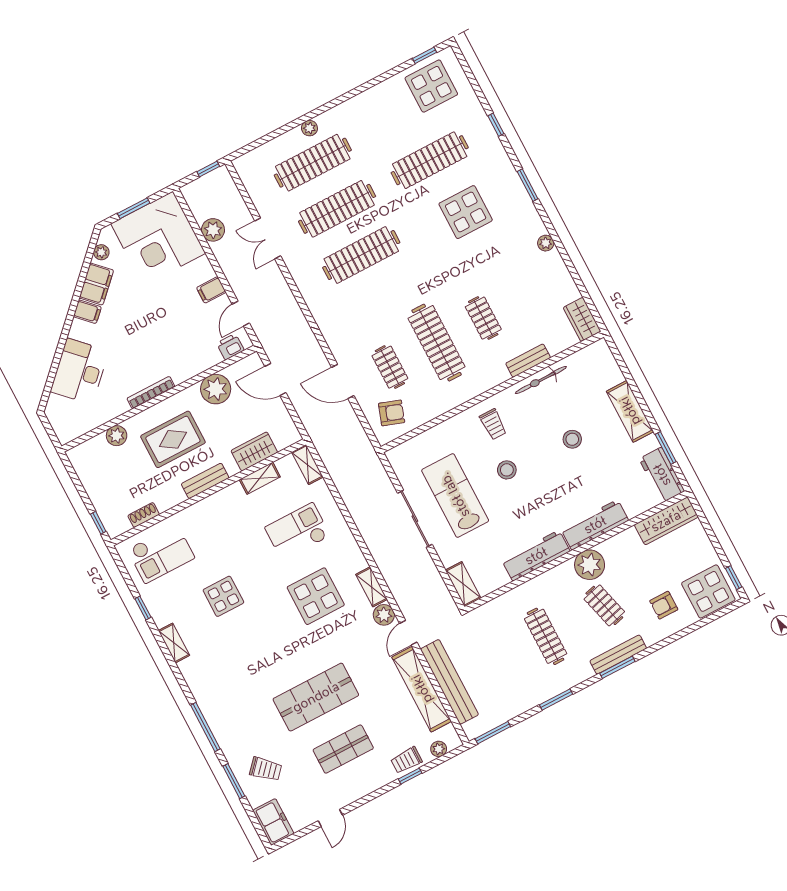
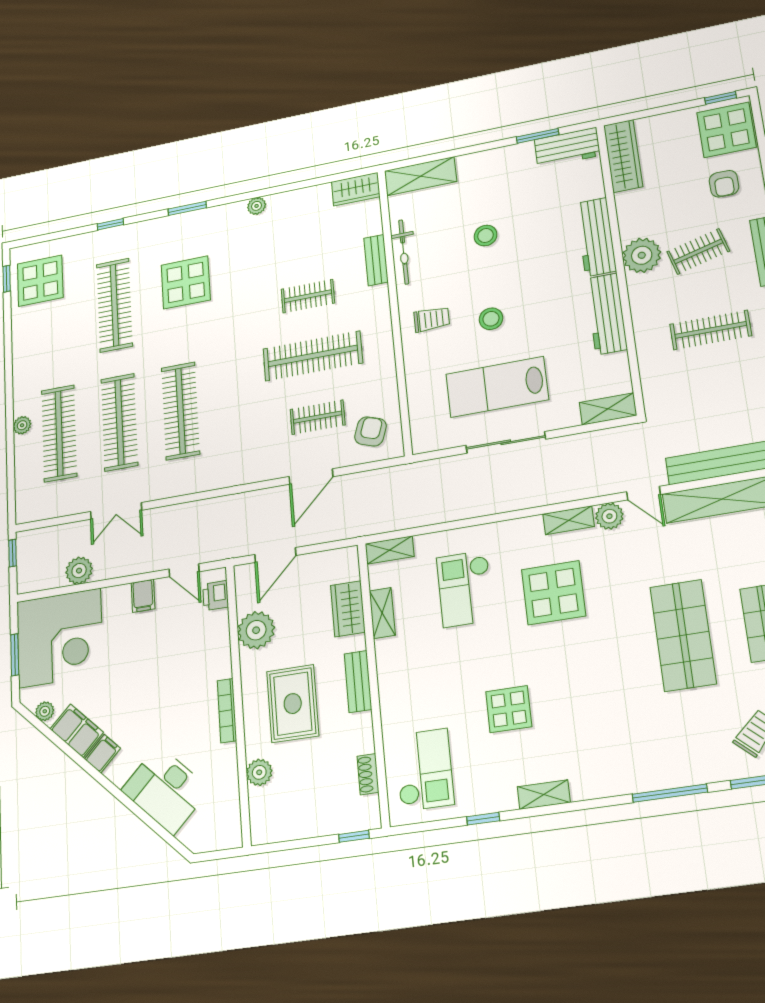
shelving: (630, 411) -> (420, 176), moved

